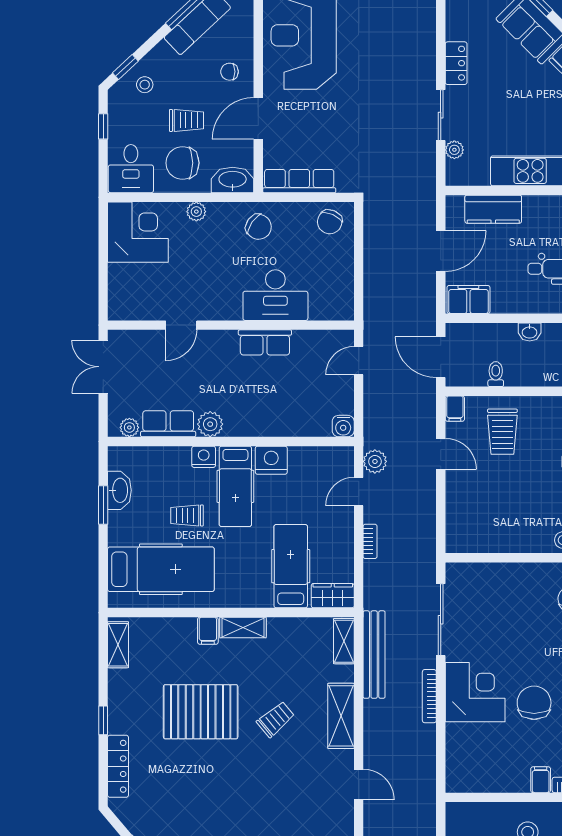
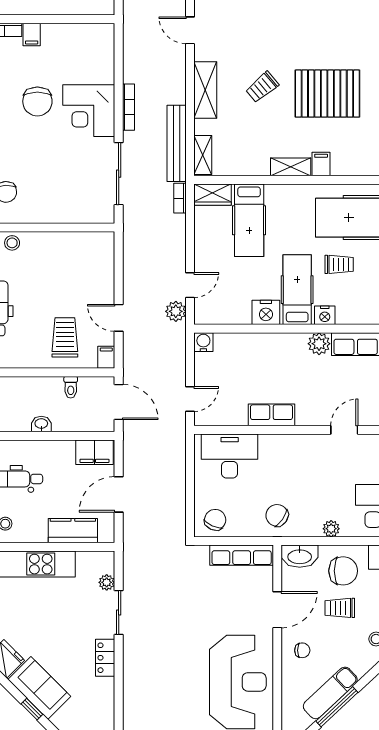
desk: (275, 295) -> (230, 456), moved
bookcase: (370, 541) -> (180, 198), moved

